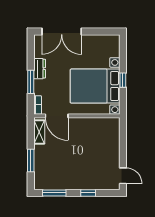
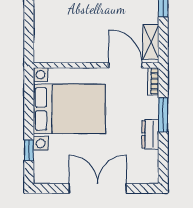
double door: (62, 32) -> (98, 188), moved
window: (123, 80) -> (29, 150), moved

